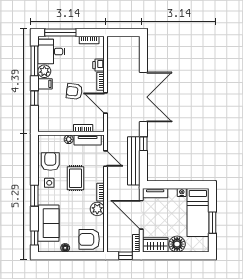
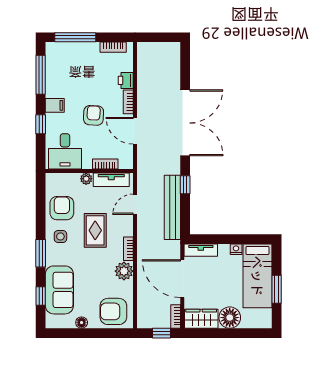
desk: (51, 52) -> (65, 151), moved, turned -90
plant: (44, 71) -> (54, 89), removed
armchair: (74, 91) -> (94, 115), turned 86
door: (106, 159) -> (135, 204), swing flipped
window: (34, 238) -> (41, 296), moved

